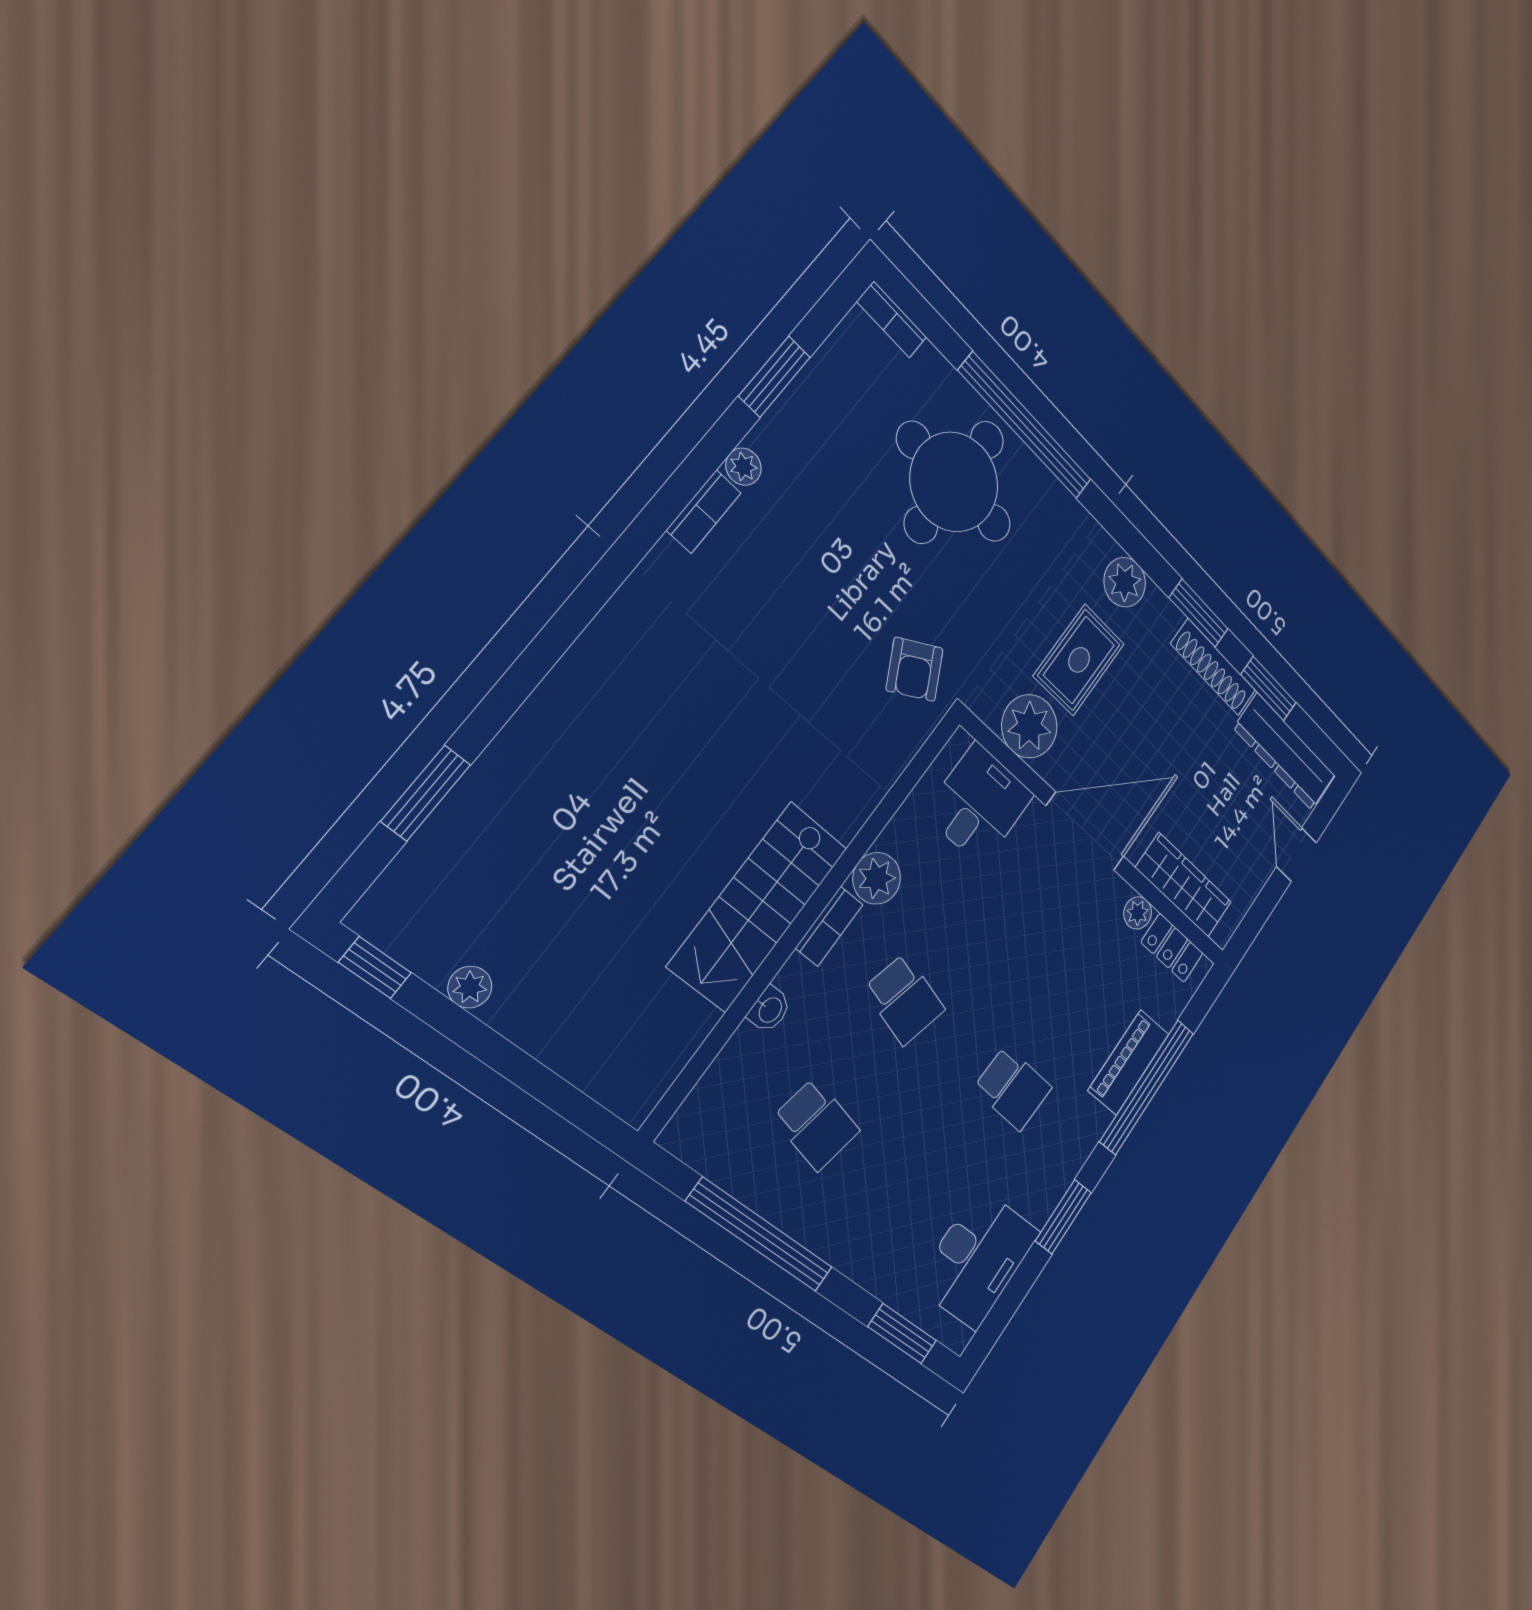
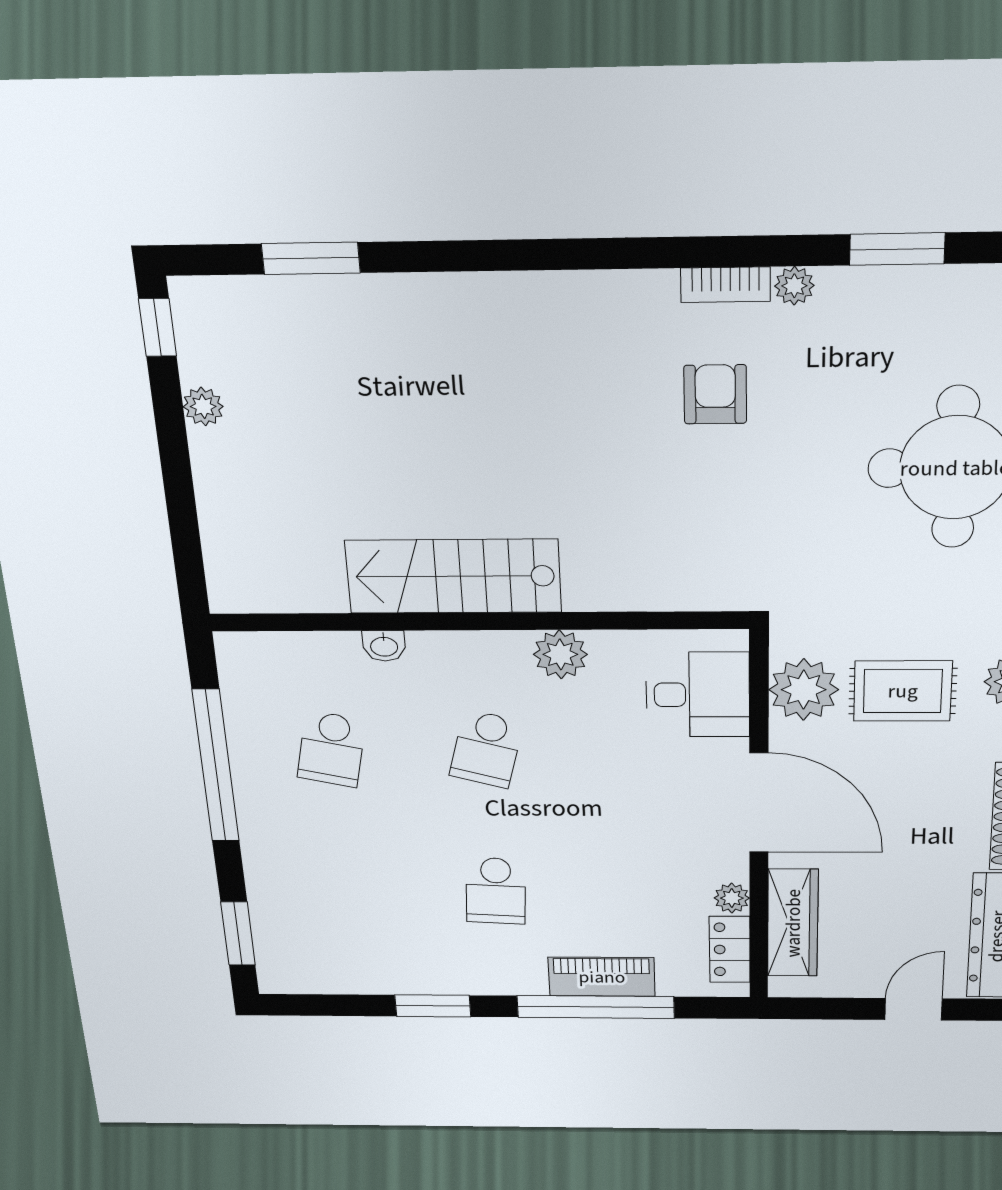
armchair: (915, 669) -> (715, 394), moved, turned 119
bookcase: (829, 926) -> (489, 645), removed
desk: (978, 1258) -> (342, 956), removed

